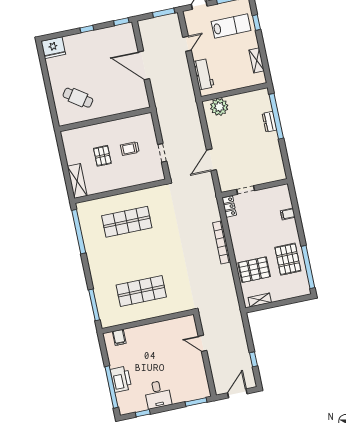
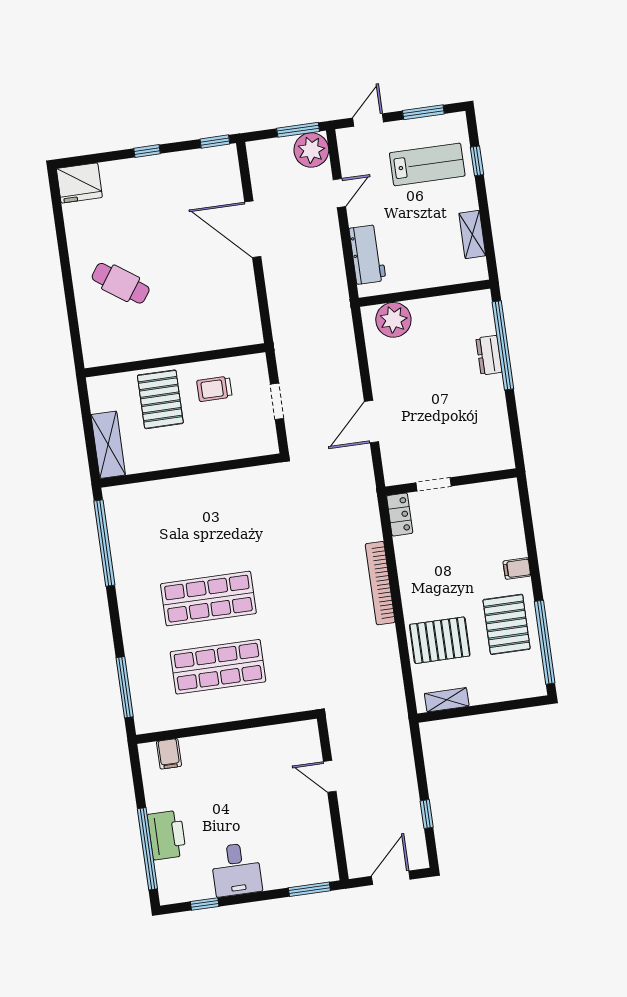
plant: (171, 23) -> (311, 150), added
wall: (105, 119) -> (175, 360), moved
pallet: (102, 156) -> (160, 399), width x1.50, depth x1.42
filing cabinet: (288, 214) -> (517, 569), moved
shop shelf: (127, 222) -> (208, 599), moved

